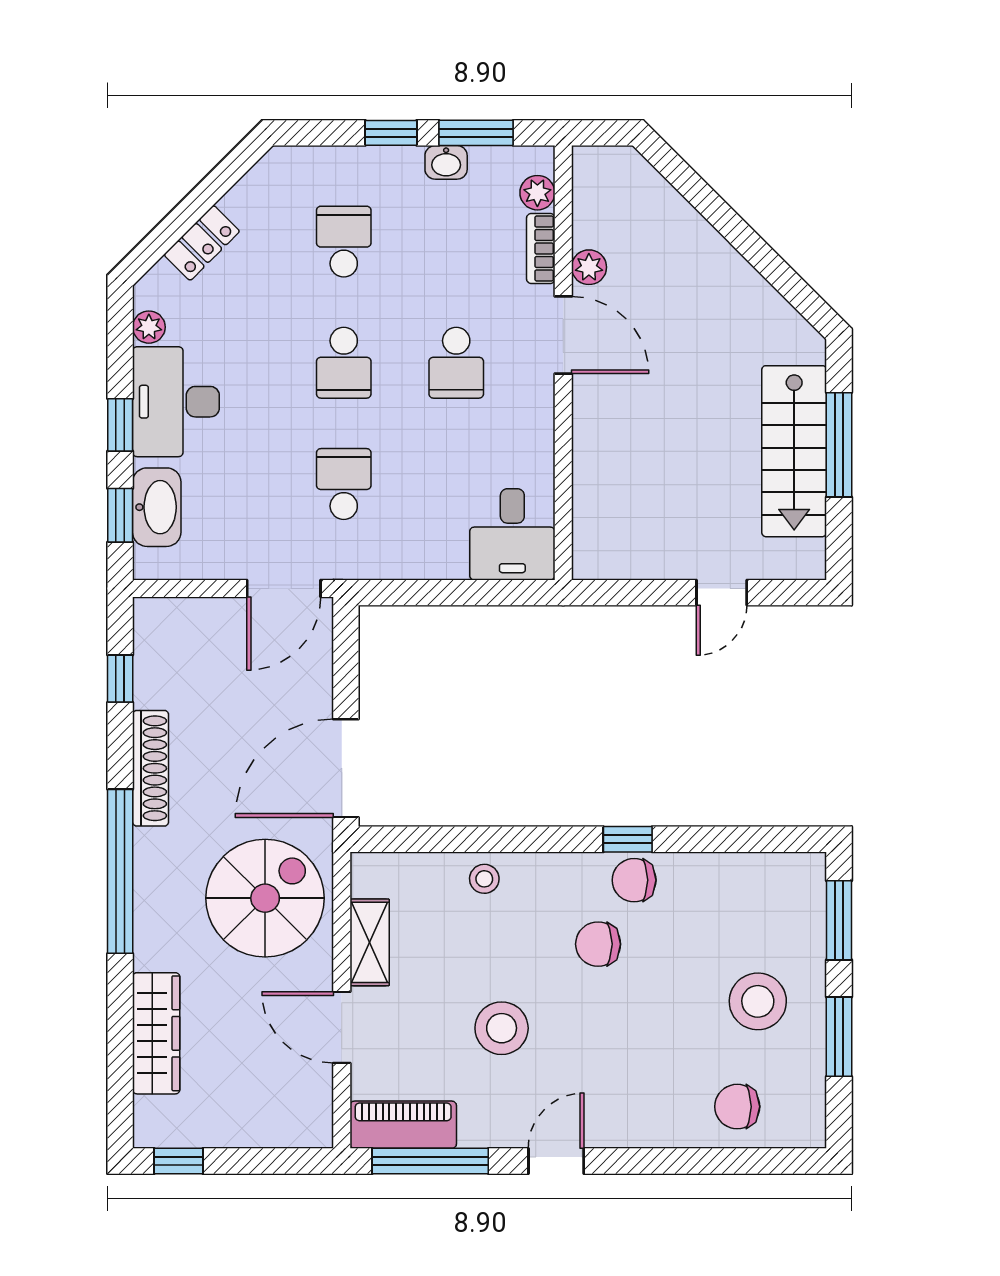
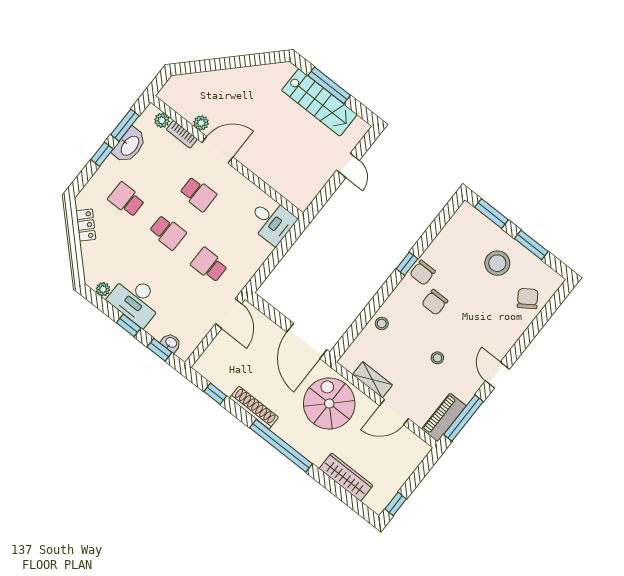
washbasin: (446, 162) -> (129, 145), width x1.91, depth x1.45
locker: (202, 243) -> (86, 225), moved
washbasin: (157, 507) -> (171, 343), width x0.52, depth x0.69
stool: (502, 1028) -> (437, 358), width x0.53, depth x0.53
chair: (737, 1107) -> (528, 299), turned 146

